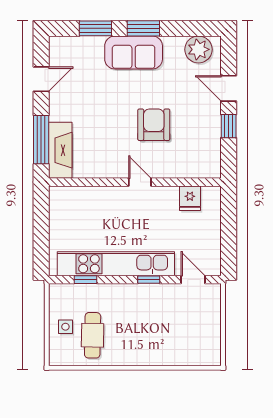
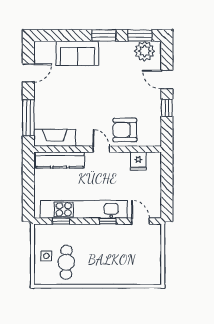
window: (95, 28) -> (140, 35), moved
sofa: (134, 53) -> (77, 53), moved
armchair: (154, 125) -> (125, 130), moved, turned -90
fireplace: (60, 150) -> (55, 138), moved, turned -90
kitchen counter: (84, 197) -> (60, 160), added

